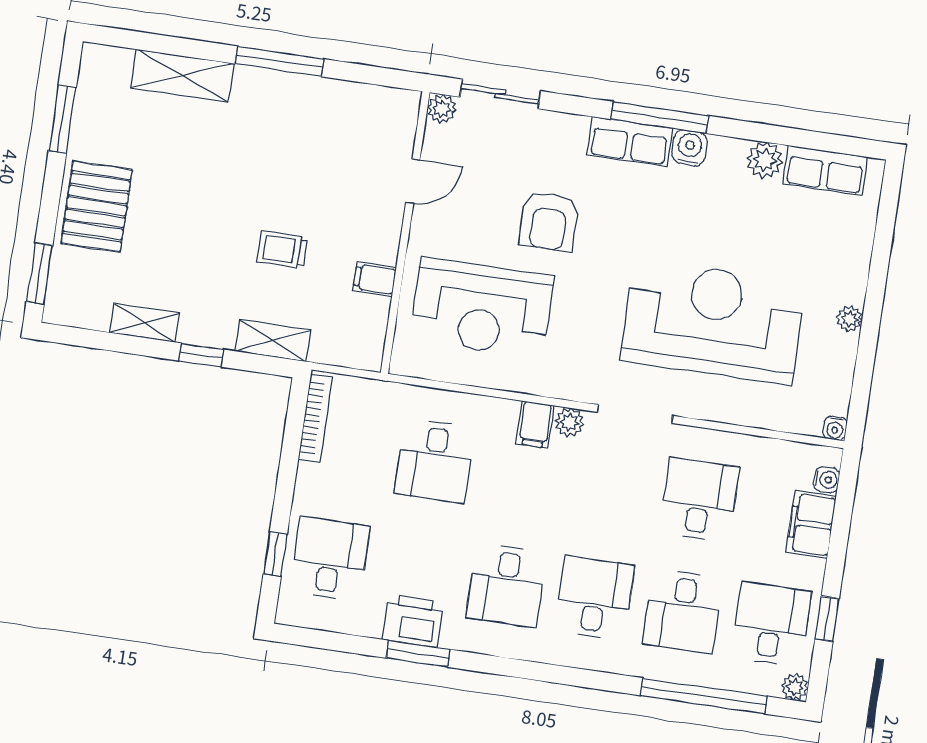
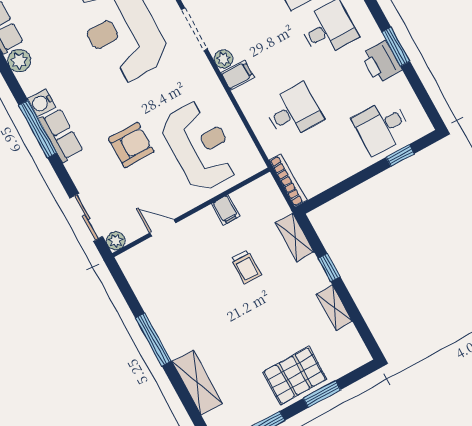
window: (40, 274) -> (322, 394), moved
bookcase: (315, 418) -> (288, 180), moved, turned 90

